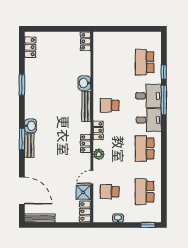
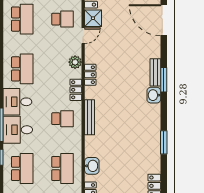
school desk: (110, 62) -> (62, 169), added
washbasin: (84, 83) -> (92, 166), moved

